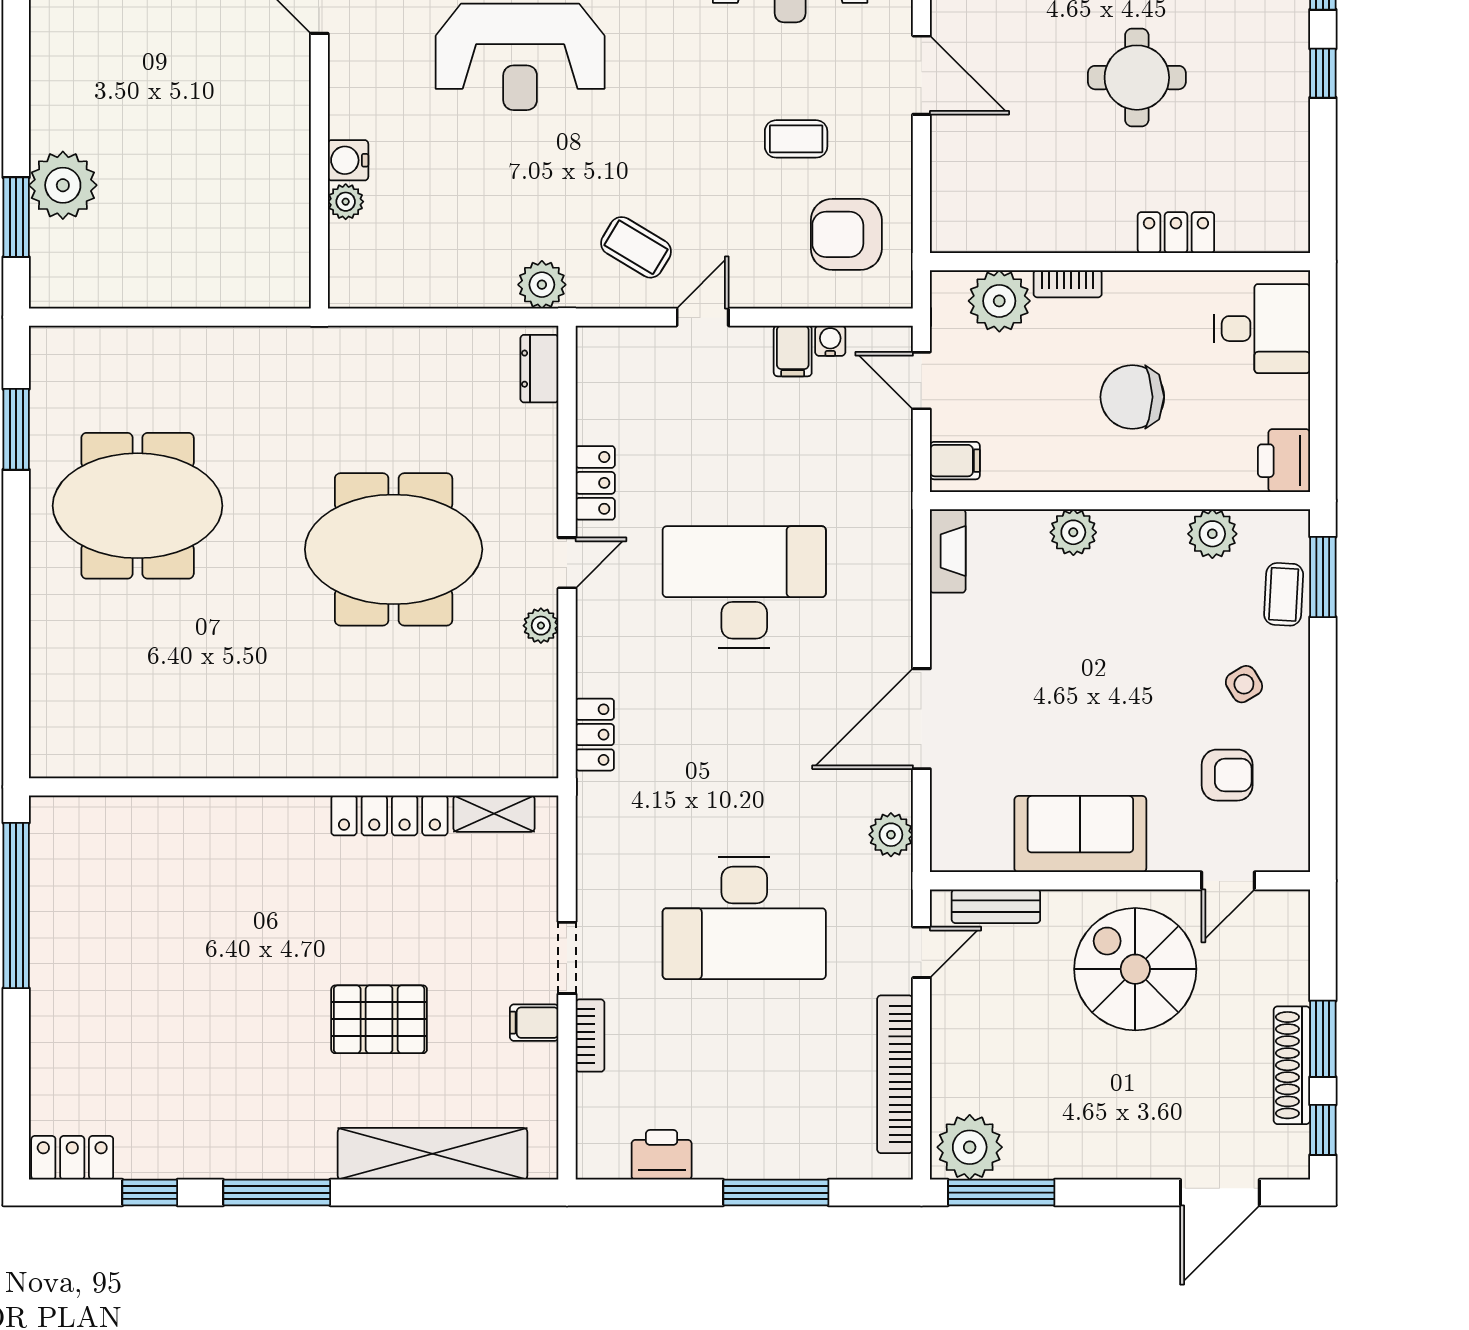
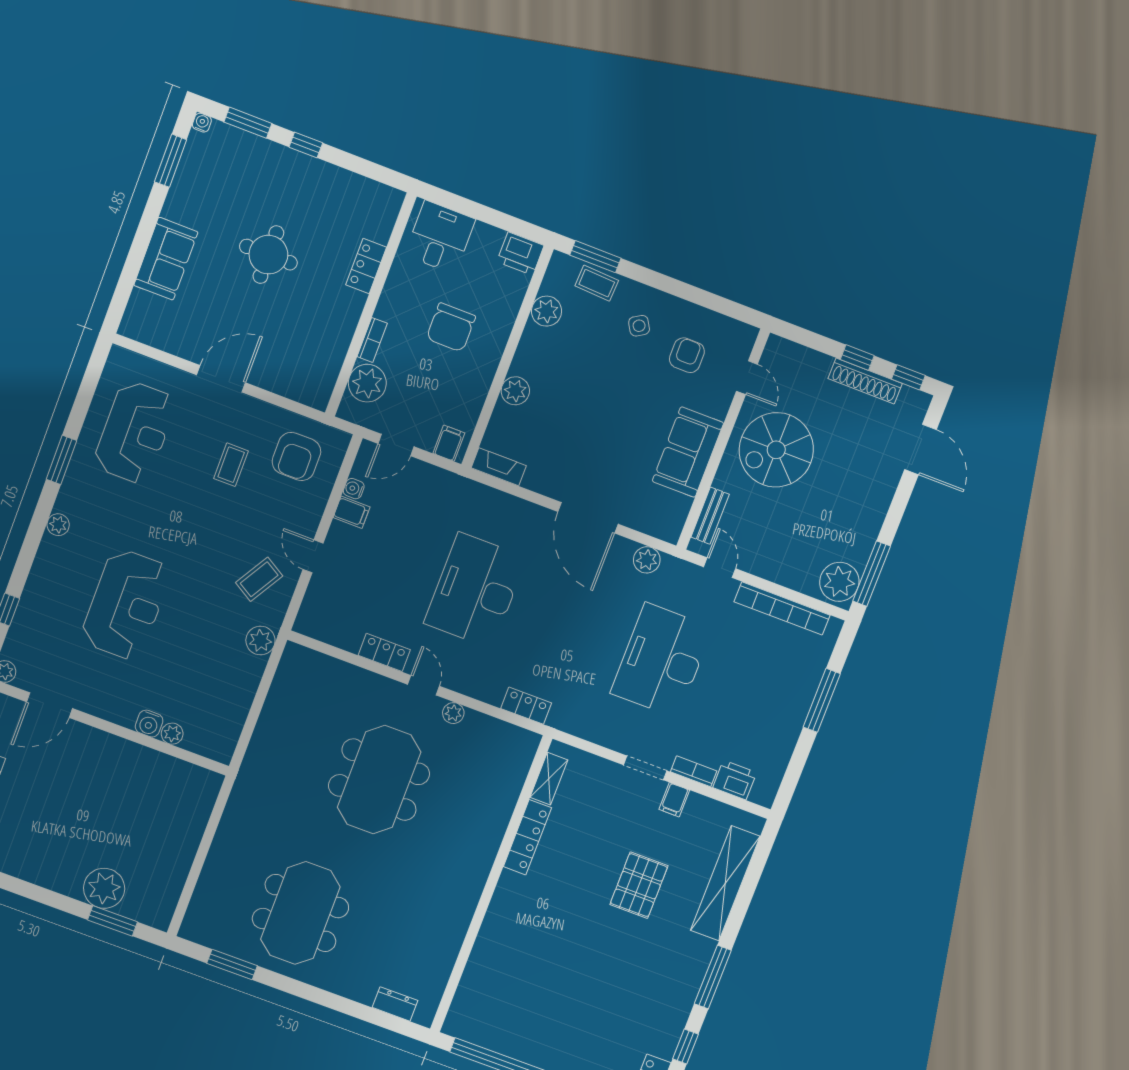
dresser: (539, 369) -> (395, 1004), moved, turned 180
desk: (744, 918) -> (662, 660), turned 180
window: (1323, 1039) -> (857, 358), width x0.67
printer: (662, 1155) -> (735, 780), moved, turned 90

